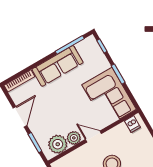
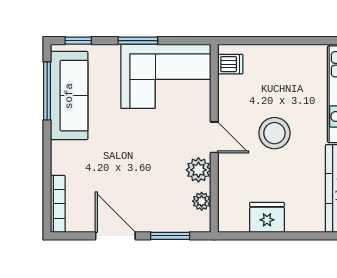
sofa: (58, 66) -> (69, 96), moved
door: (93, 136) -> (214, 137), swing flipped
plant: (58, 144) -> (202, 201), width x0.53, depth x0.53

